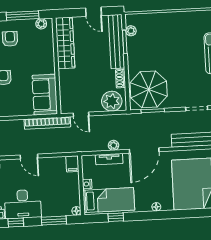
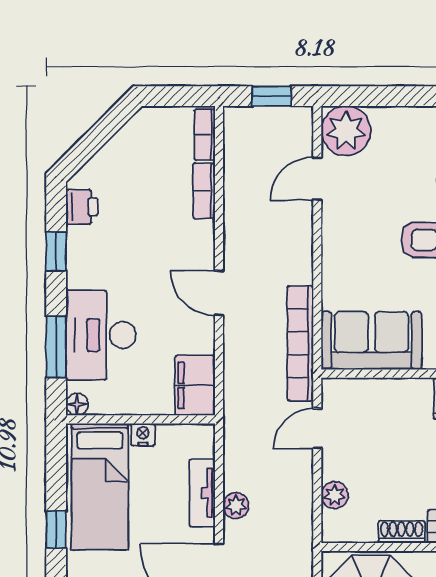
plant: (112, 101) -> (335, 495), width x0.53, depth x0.53
door: (29, 157) -> (219, 293), hinge flipped
filing cabinet: (72, 164) -> (195, 385), width x2.00
desk: (23, 204) -> (101, 335), moved
window: (116, 217) -> (56, 530), moved

